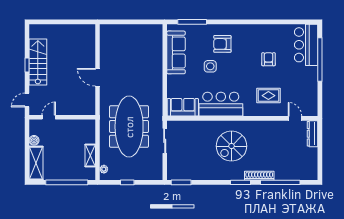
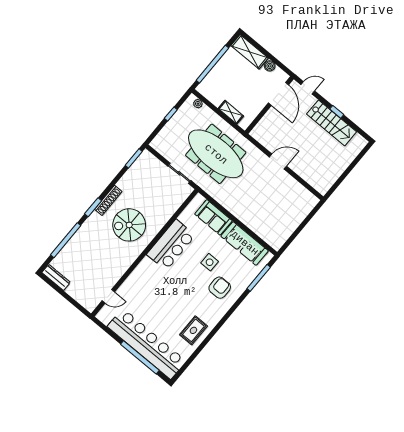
bar counter: (306, 45) -> (147, 344), width x1.86
armchair: (268, 59) -> (175, 315), removed
rug: (268, 96) -> (193, 330), moved
door: (27, 100) -> (308, 88), hinge flipped
sofa: (183, 107) -> (213, 217), moved, turned 90
door: (49, 117) -> (279, 94), width x1.87
dresser: (313, 134) -> (56, 277), moved
spiral stairs: (232, 146) -> (129, 225), turned -90
shelving: (90, 155) -> (231, 112), moved
shoe rack: (259, 176) -> (108, 200), moved

